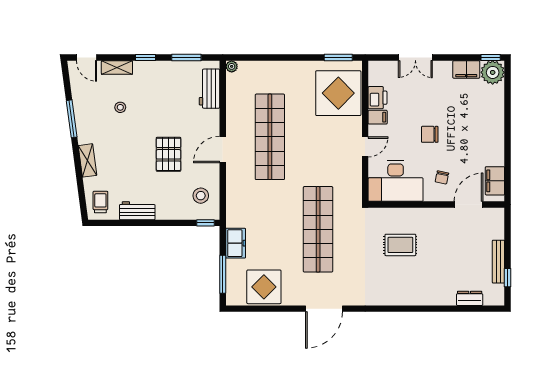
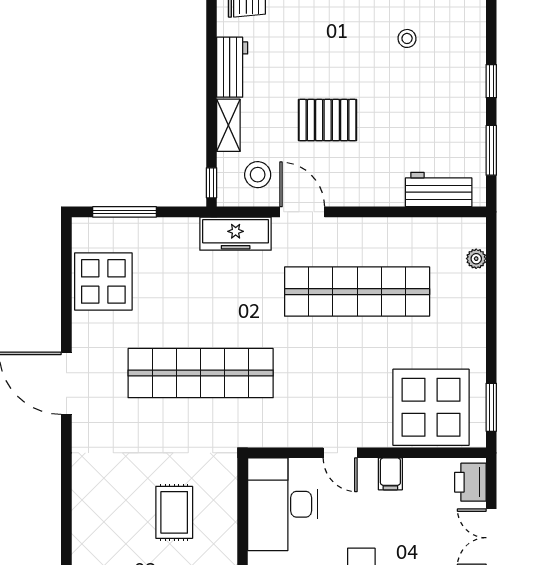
plant: (232, 66) -> (476, 259), moved
shelving: (117, 68) -> (228, 125), moved
printer: (378, 98) -> (470, 482), moved, turned 90
door: (223, 150) -> (302, 212), moved
freezer: (236, 243) -> (236, 234), moved, width x1.40

